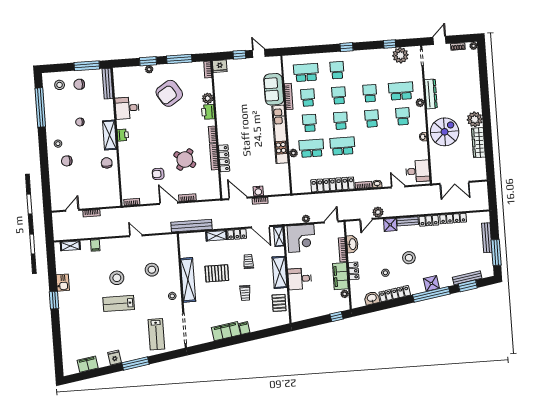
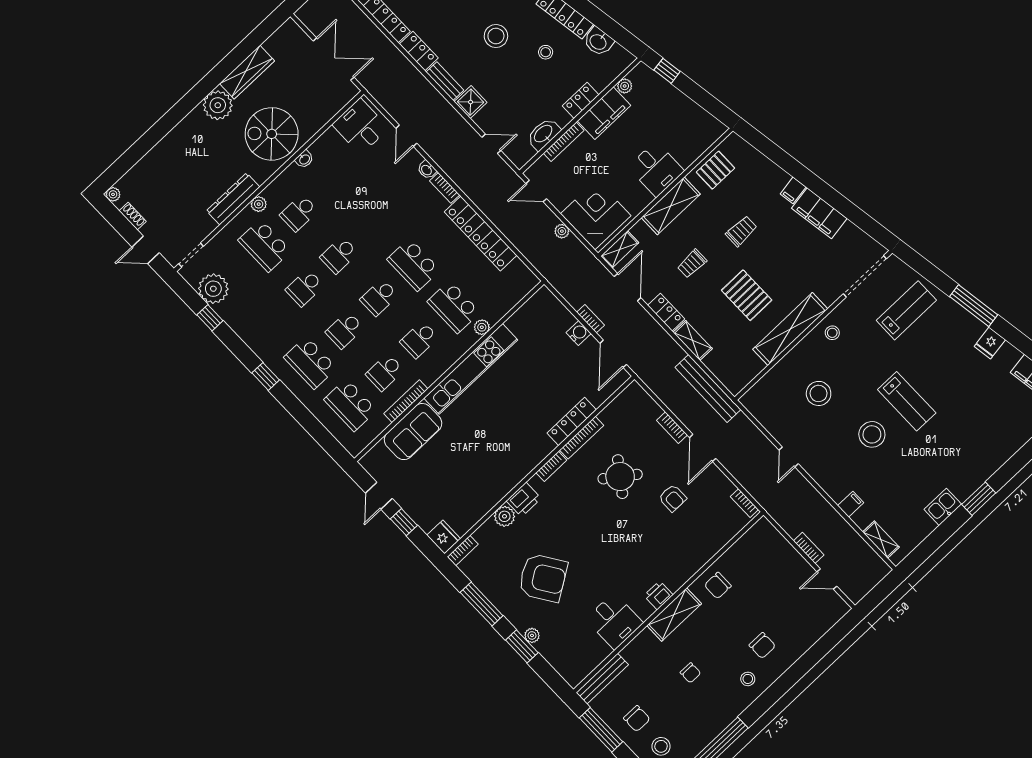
school desk: (337, 70) -> (310, 363), width x1.85
plant: (378, 212) -> (467, 135), removed

